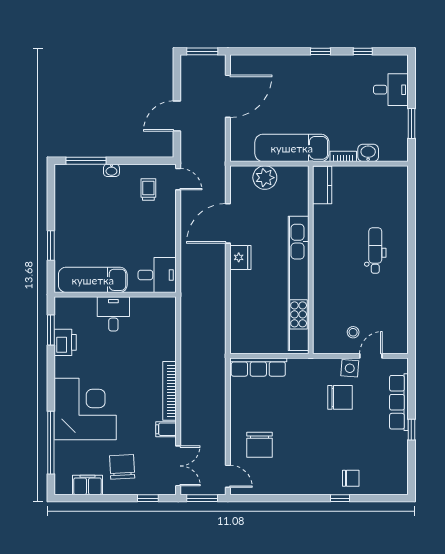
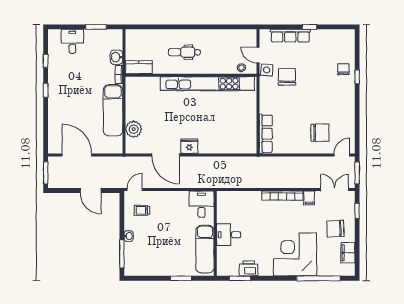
kitchen counter: (322, 185) -> (139, 67), moved
wall: (311, 260) -> (191, 75), moved
kitchen unit: (299, 283) -> (207, 84), moved

